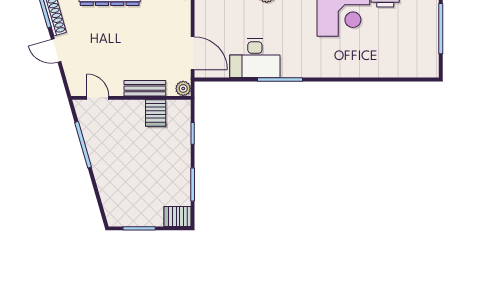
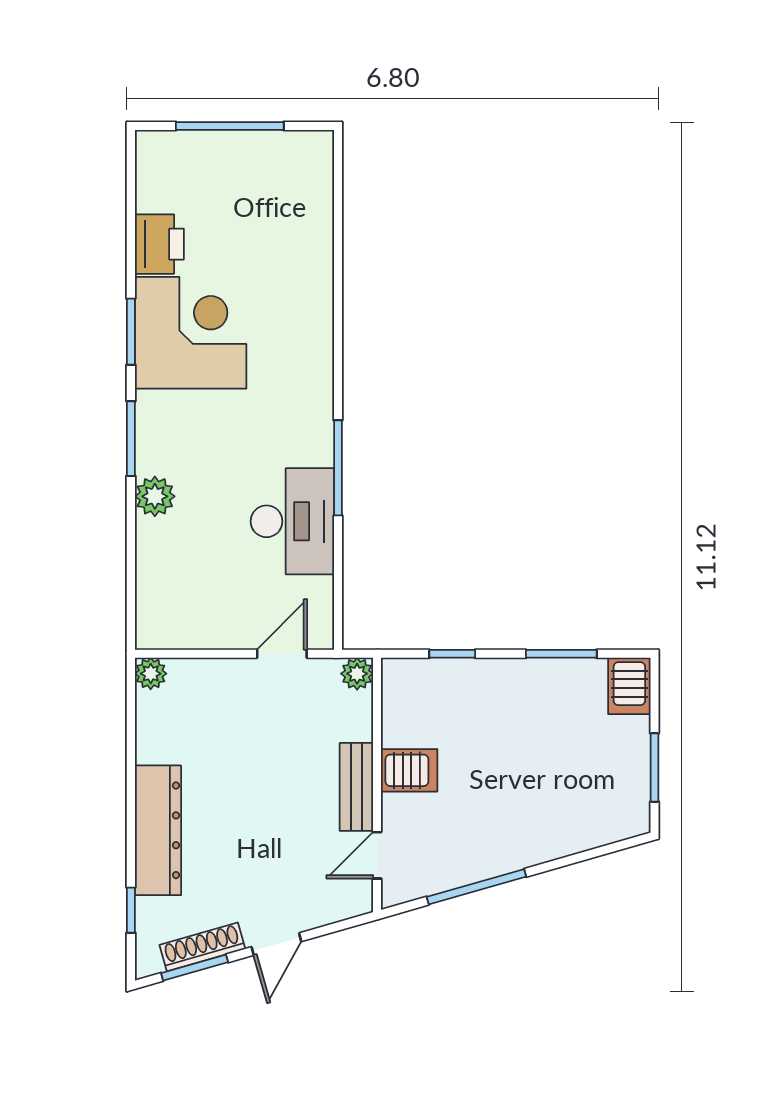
door: (193, 53) -> (282, 654), width x0.73
bench: (145, 88) -> (356, 787), moved
server rack: (156, 113) -> (409, 770), moved

